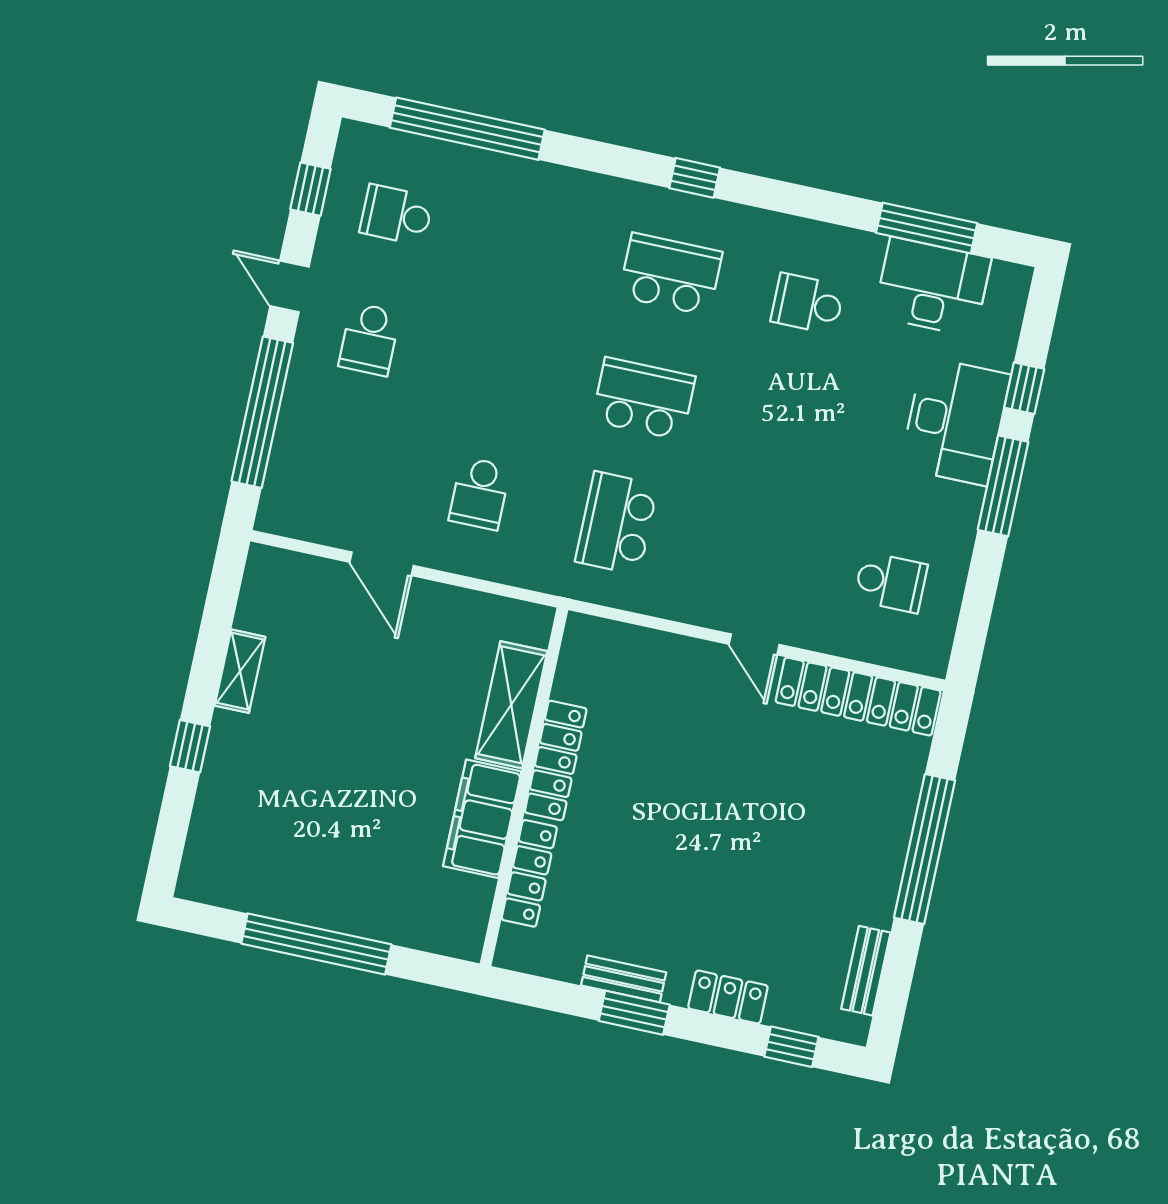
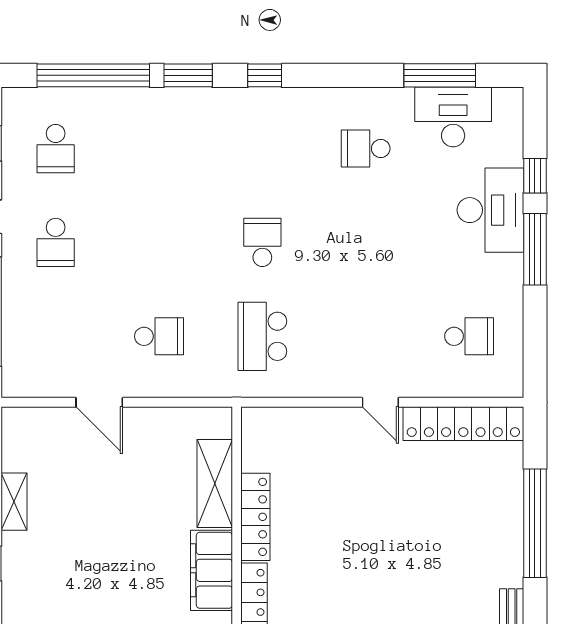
window: (593, 156) -> (188, 75), added
school desk: (396, 215) -> (56, 149), turned -90
school desk: (670, 274) -> (262, 149), removed
school desk: (644, 399) -> (262, 242), width x0.54
school desk: (480, 493) -> (159, 336), turned -90

